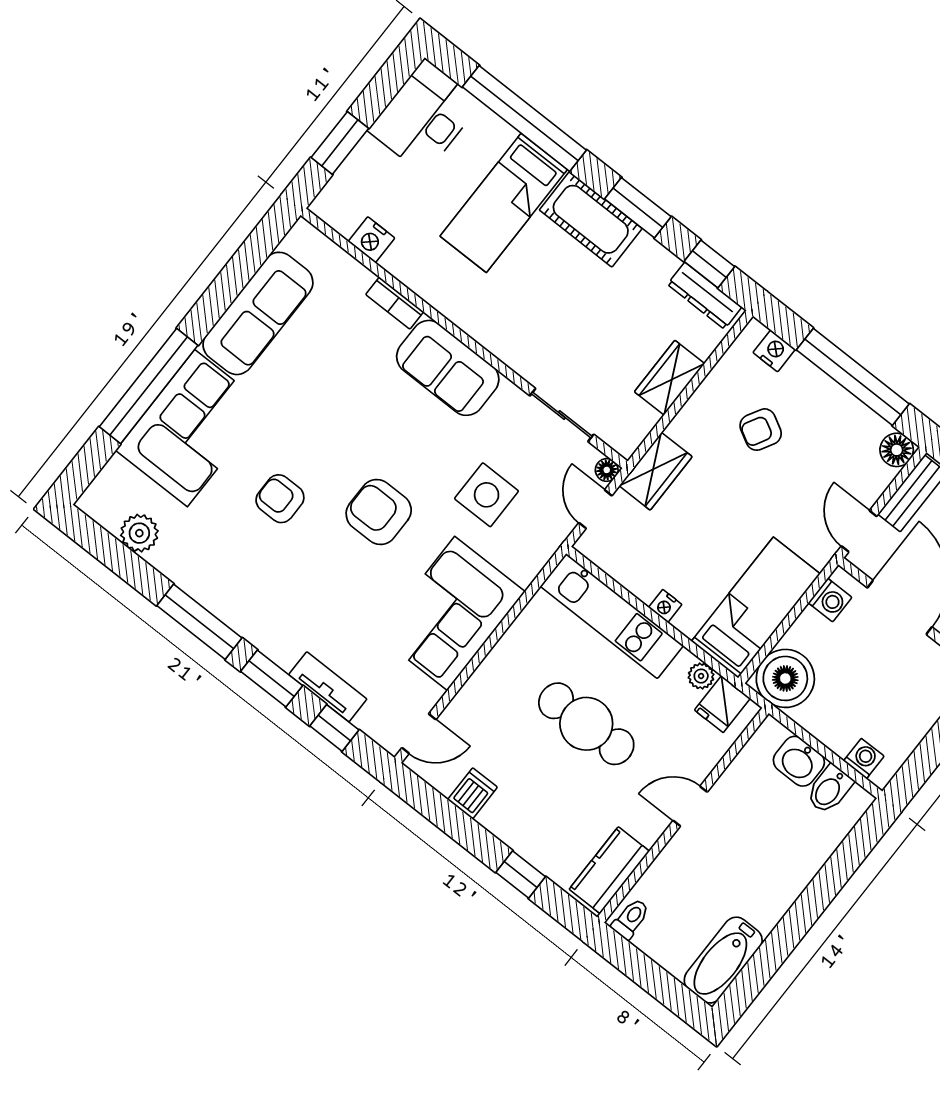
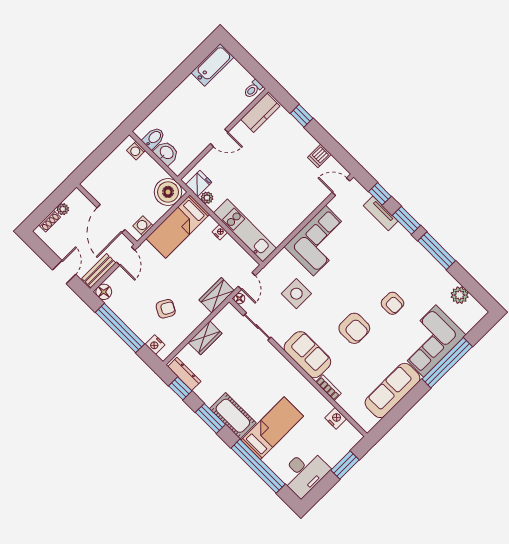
armchair: (379, 512) -> (354, 328), moved
cafe table: (586, 724) -> (263, 182), removed

